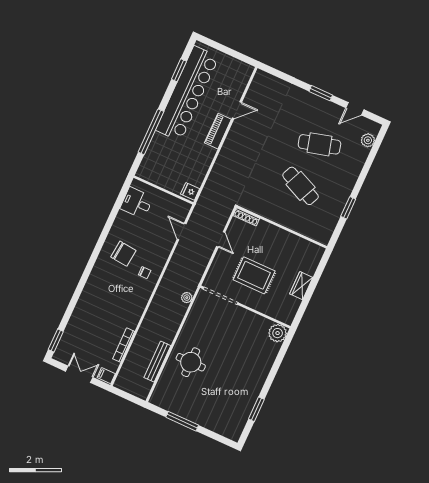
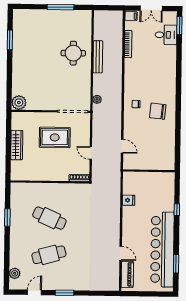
door: (237, 110) -> (121, 253), swing flipped
piano: (218, 131) -> (127, 274), moved
window: (151, 132) -> (177, 210), width x0.32
fridge: (190, 191) -> (129, 200), moved
desk: (137, 203) -> (166, 35), moved
wardrobe: (301, 286) -> (17, 145), width x1.50
bench: (157, 362) -> (98, 57), moved

